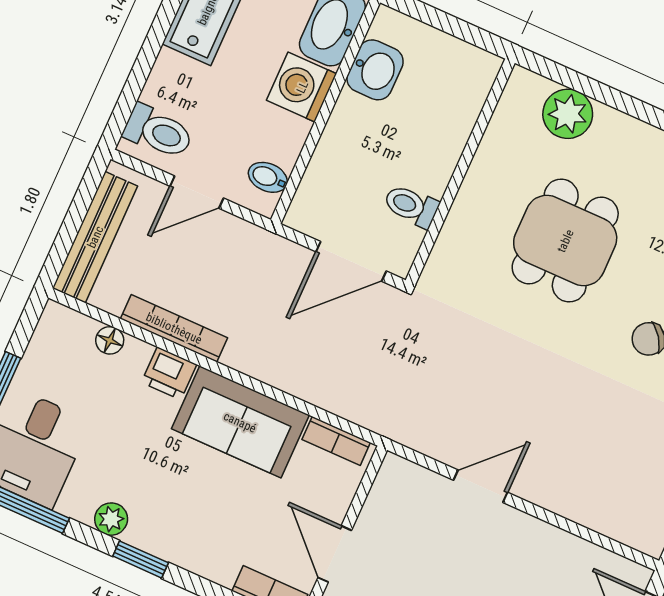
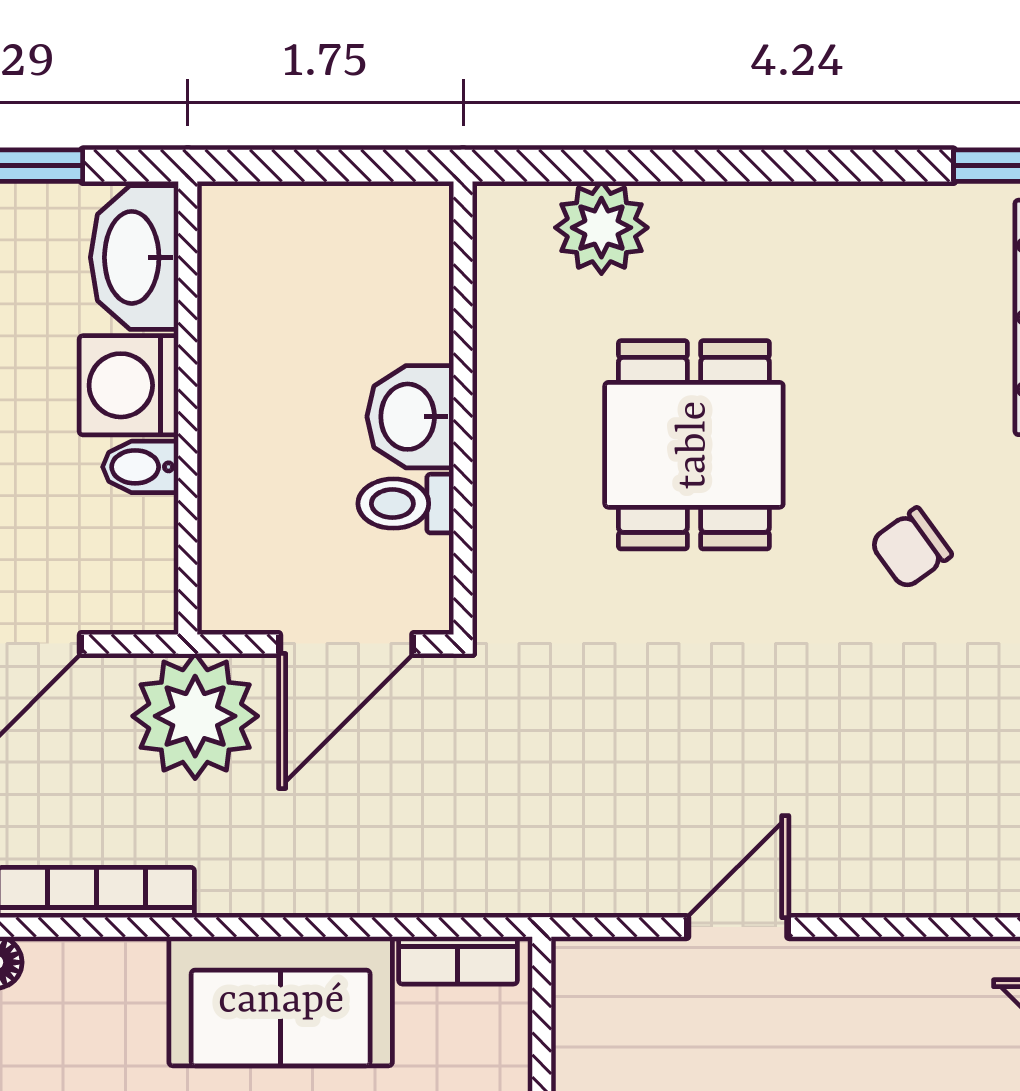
washbasin: (375, 70) -> (410, 417), moved, turned 180
bidet: (268, 177) -> (140, 467), moved
plant: (261, 264) -> (195, 716), added
printer: (169, 373) -> (122, 973), removed

